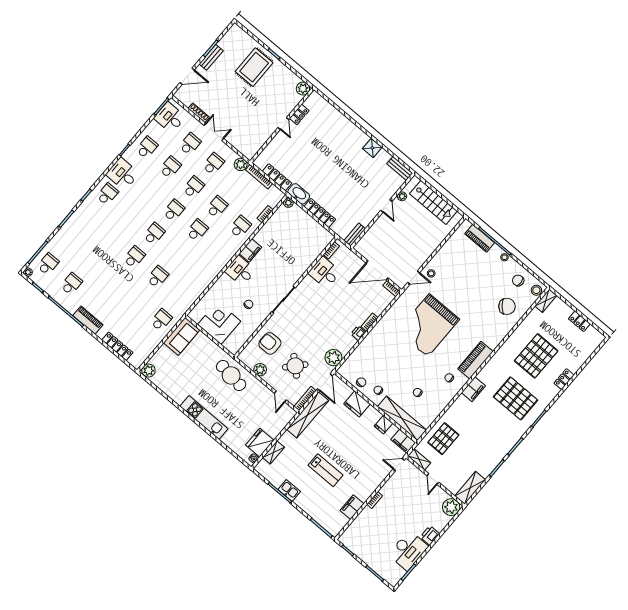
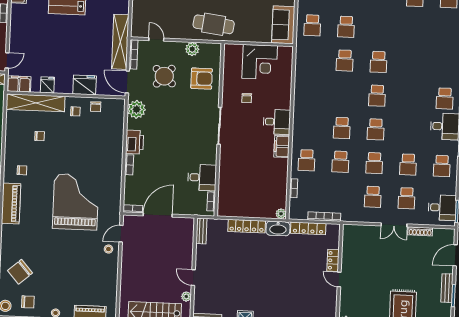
locker: (299, 114) -> (333, 260), moved
plant: (241, 164) -> (349, 215), removed
school desk: (138, 300) -> (346, 27), added
printer: (358, 333) -> (135, 142), width x1.87, depth x1.48

